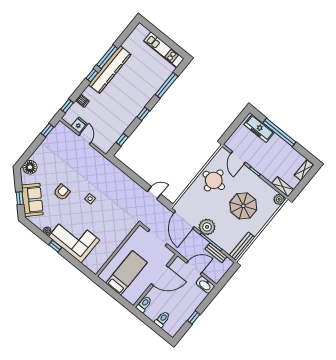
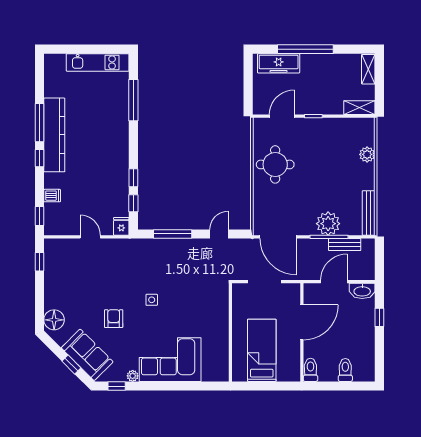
window: (143, 114) -> (133, 178), moved
fridge: (79, 125) -> (121, 226), moved
door: (238, 158) -> (282, 116), swing flipped
window: (130, 173) -> (173, 234), added
plant: (279, 199) -> (367, 154), moved
parasol: (243, 206) -> (332, 166), removed
plant: (207, 227) -> (328, 224), moved
window: (55, 246) -> (117, 386), moved
window: (194, 317) -> (379, 317), moved

